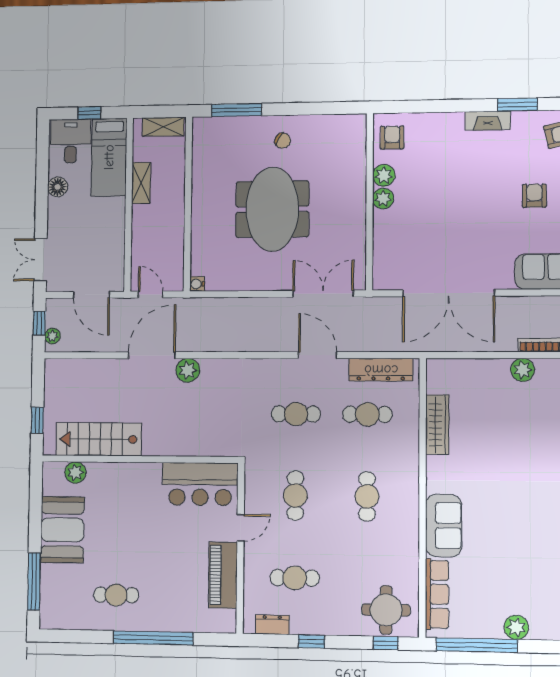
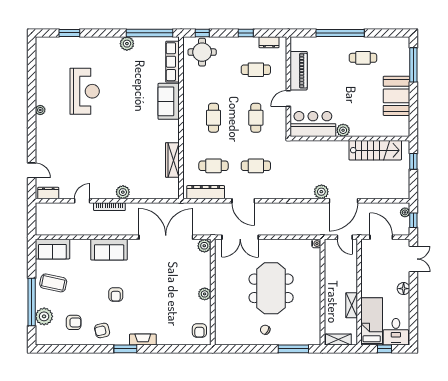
plant: (384, 175) -> (204, 246), moved
floor lamp: (58, 187) -> (404, 289), moved
plant: (75, 472) -> (343, 130), moved

